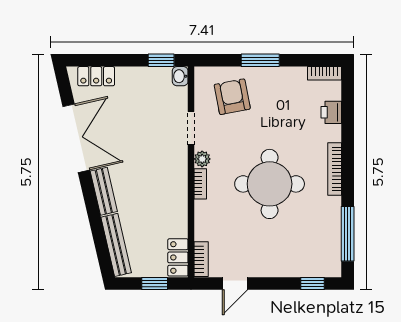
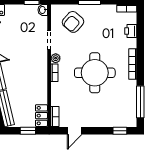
armchair: (232, 97) -> (73, 22), turned -128

